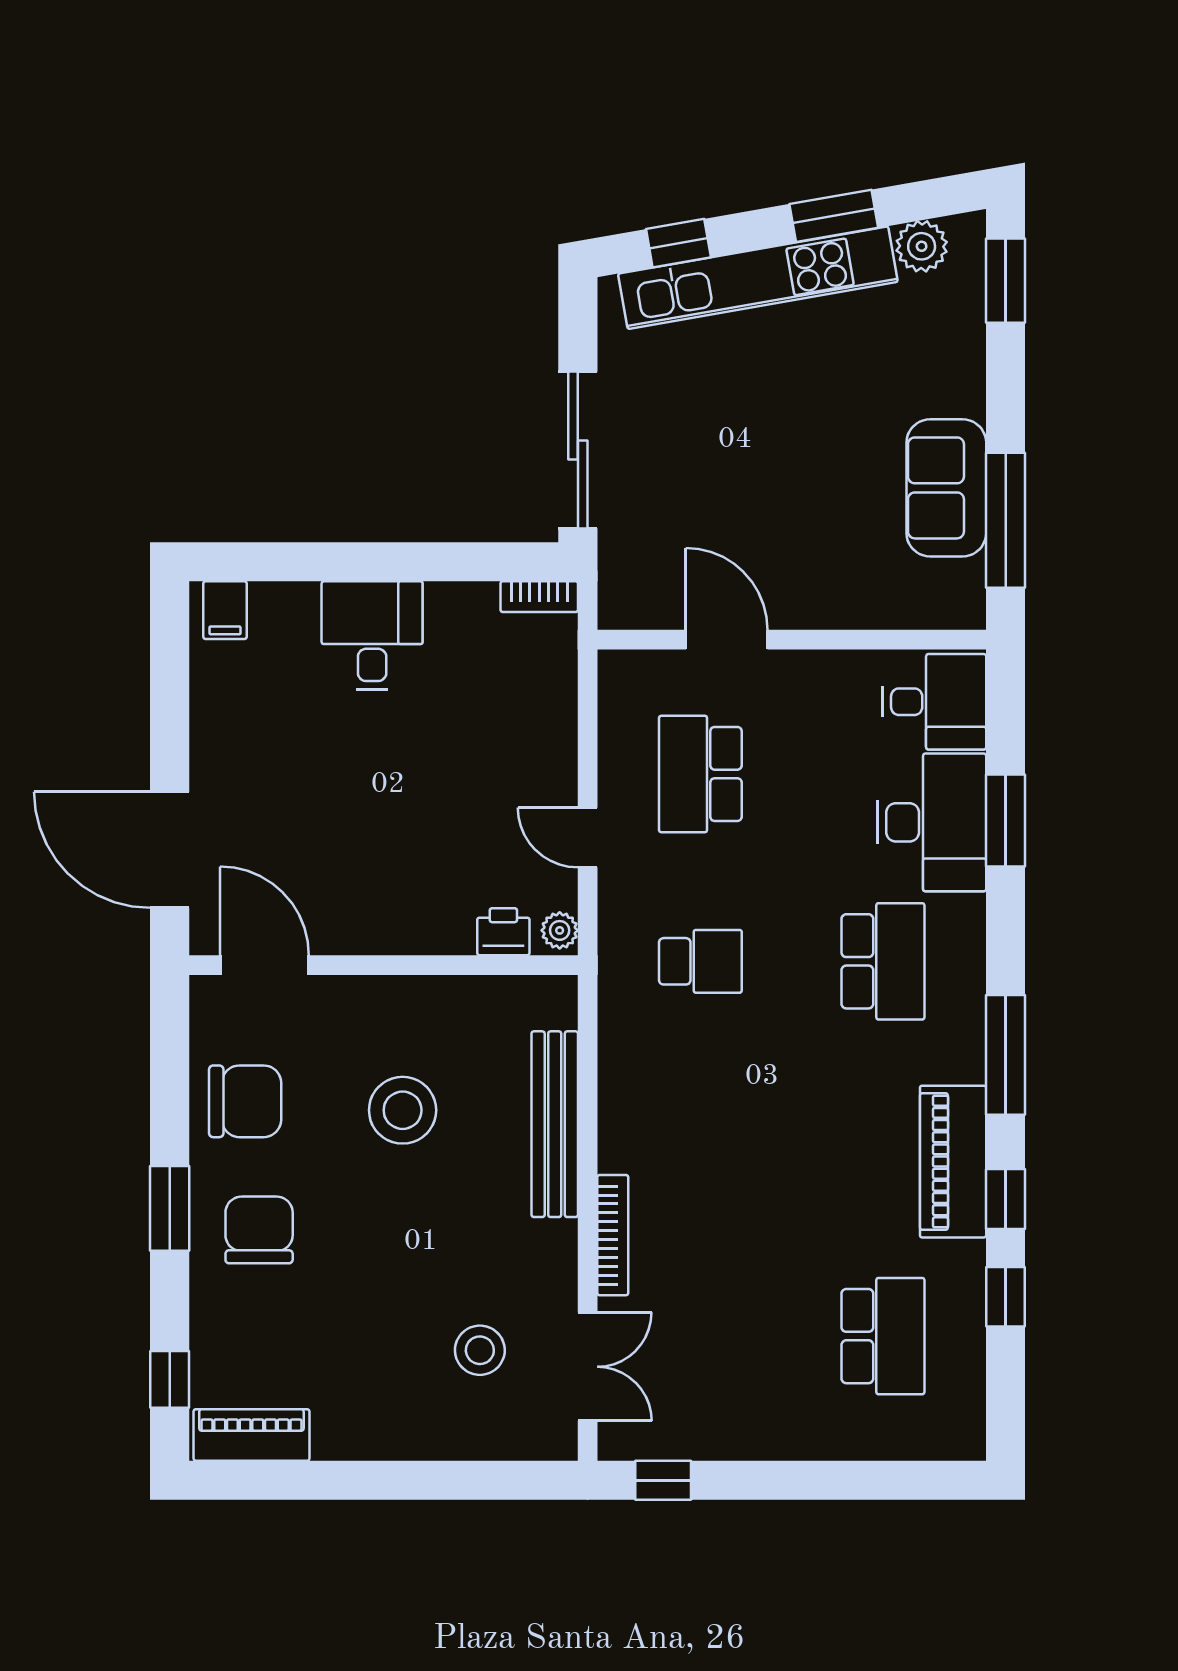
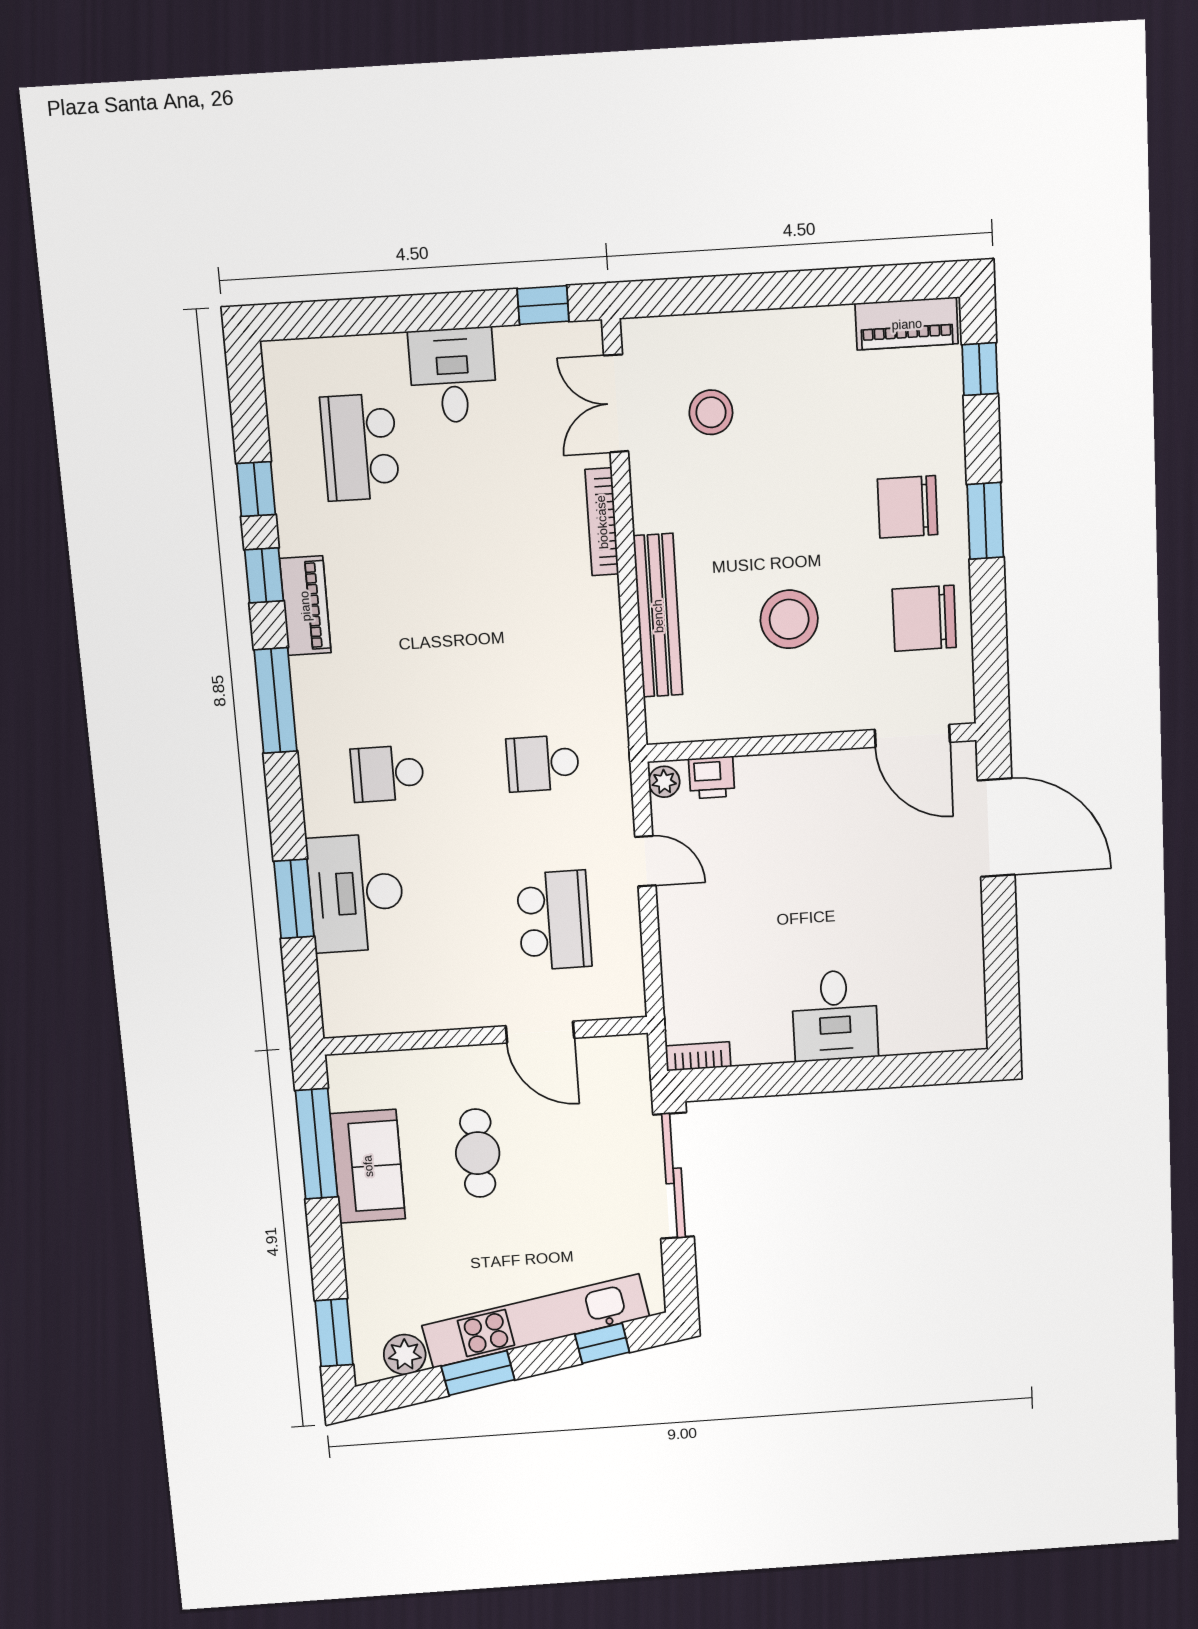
cafe table: (813, 495) -> (478, 1153), added
filing cabinet: (225, 610) -> (958, 1028), removed
desk: (934, 702) -> (453, 375), moved, turned 90
school desk: (883, 961) -> (387, 774), width x0.54
piano: (953, 1162) -> (305, 606), width x0.73, depth x0.75
chair: (259, 1230) -> (908, 507), turned 90

